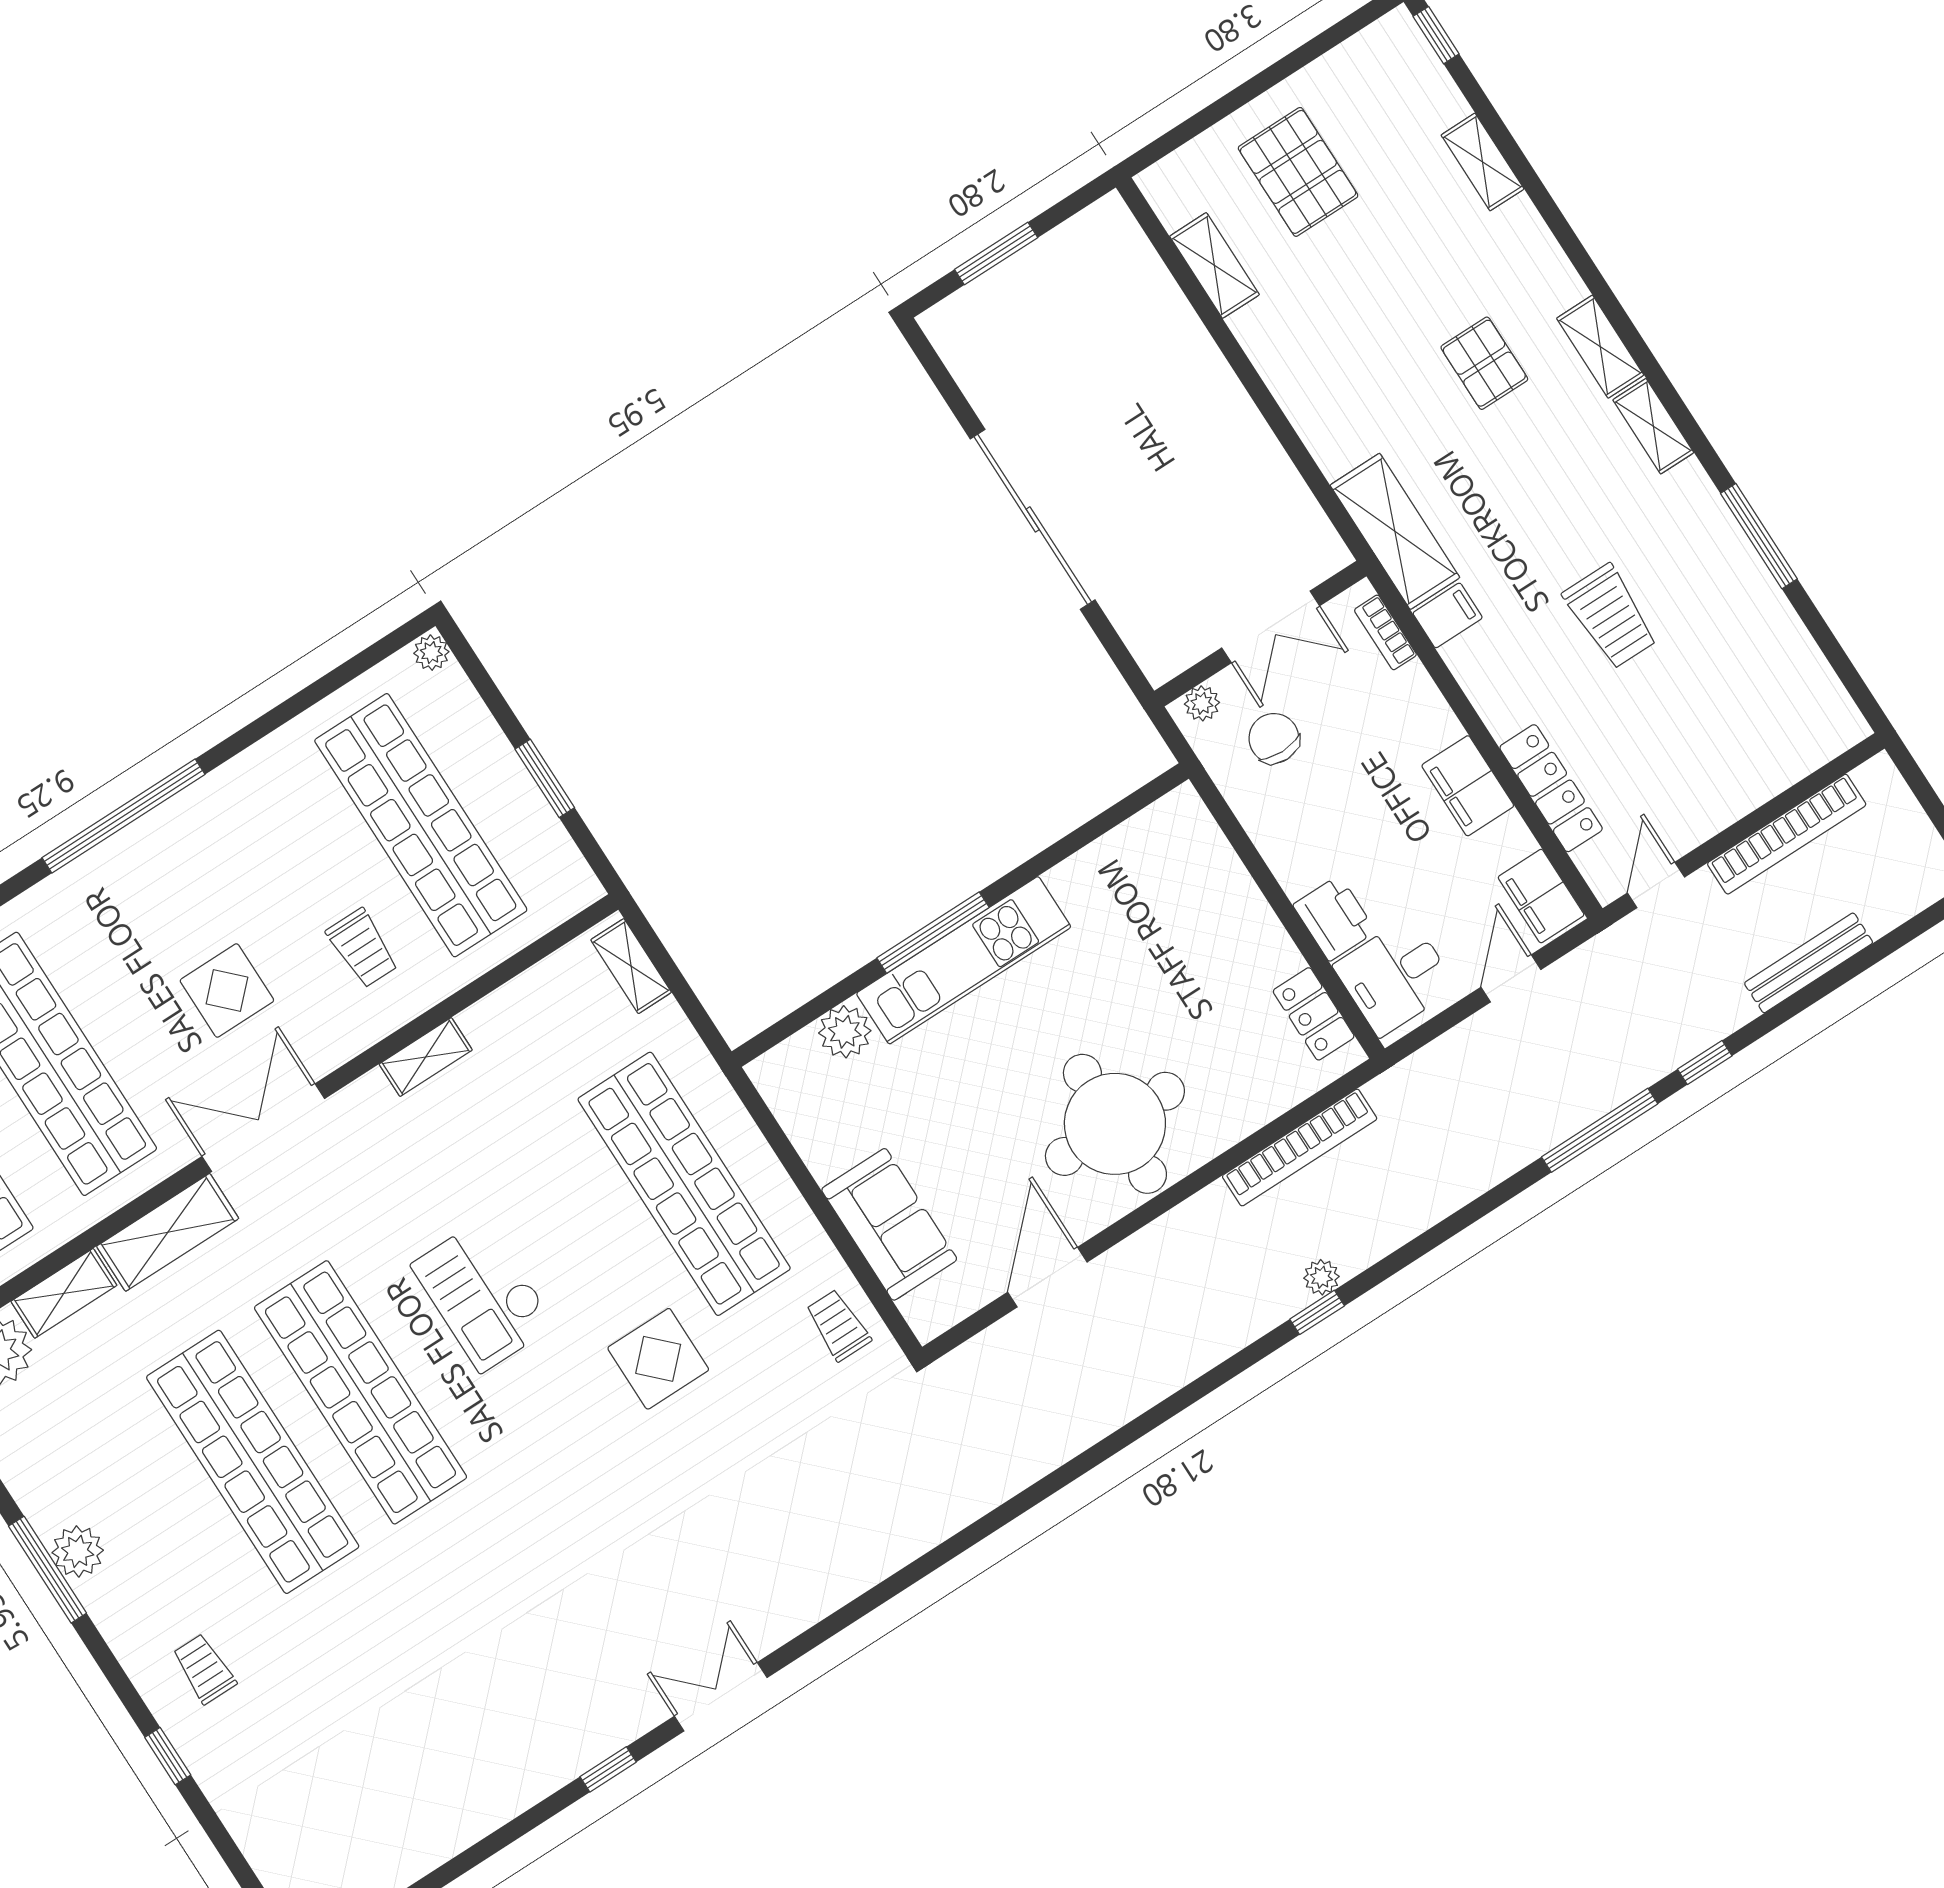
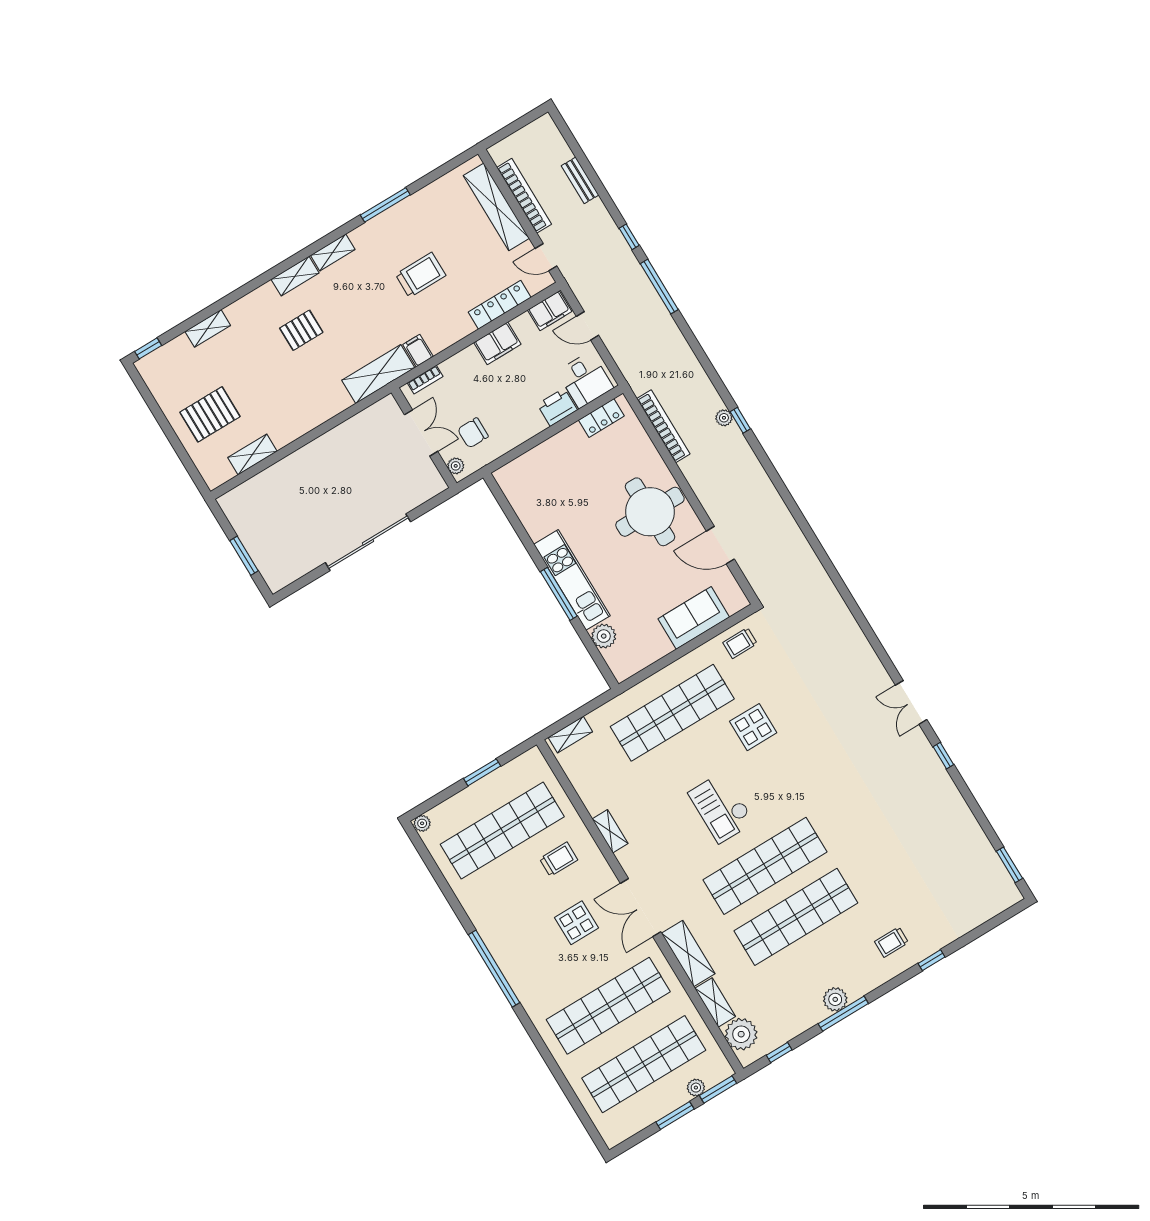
shelving: (1761, 775) -> (496, 207), added
bench: (1809, 963) -> (580, 180), width x0.73
checkout: (483, 1295) -> (721, 808), turned 90

